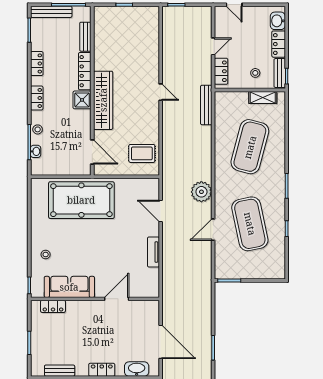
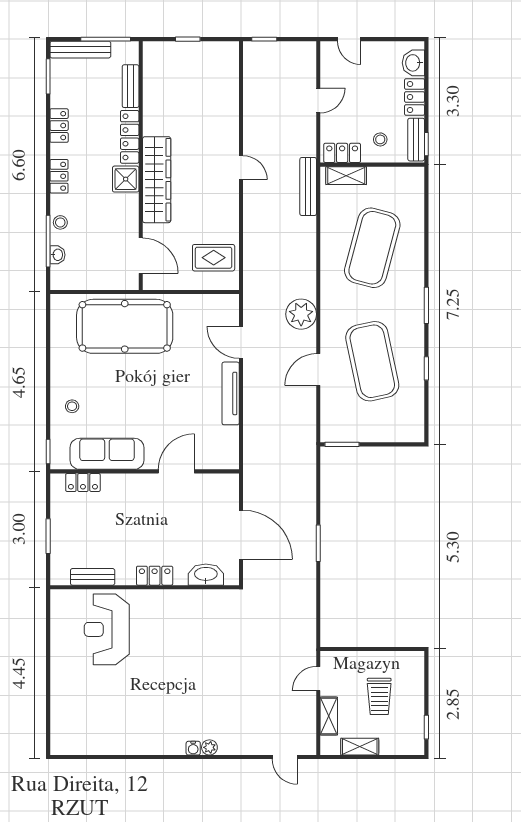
locker: (221, 71) -> (342, 153), moved, turned -90
shelving: (263, 98) -> (346, 176), moved
tv unit: (153, 252) -> (231, 393), width x1.41

